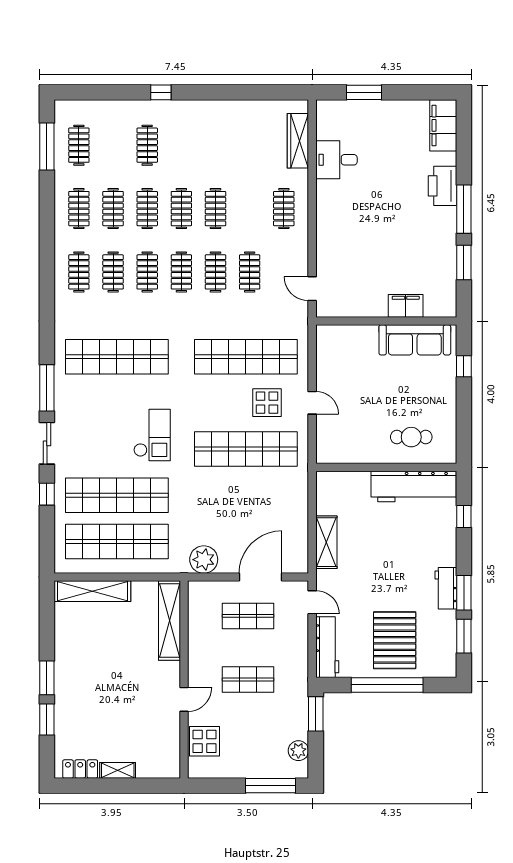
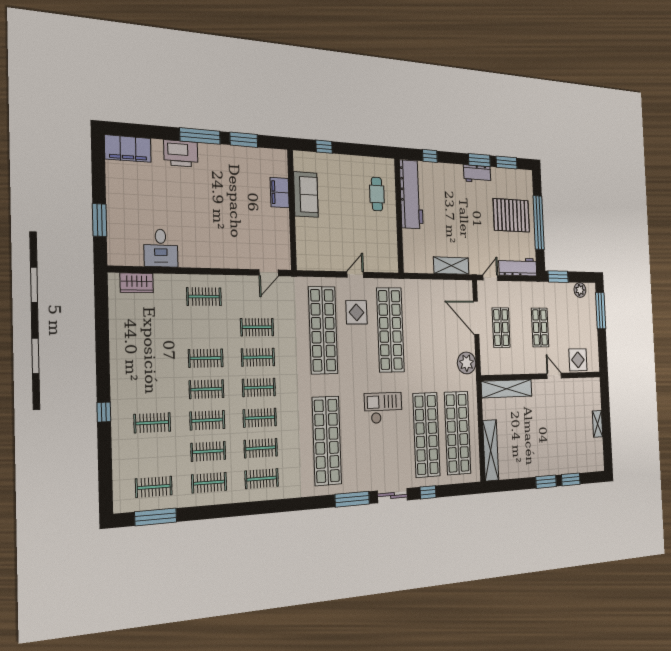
wardrobe: (298, 141) -> (137, 283), width x0.67
sofa: (415, 340) -> (306, 194), width x0.73
locker: (80, 769) -> (598, 452), removed

